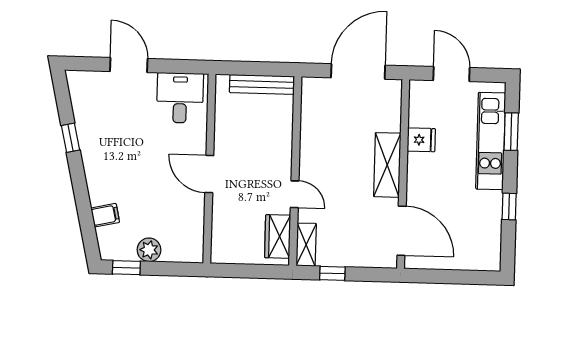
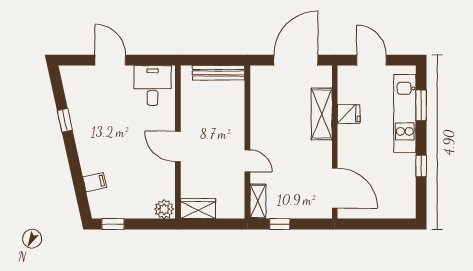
shelving: (387, 165) -> (322, 114), moved
wardrobe: (278, 236) -> (198, 209), moved, turned 90
plant: (149, 250) -> (164, 209), moved

